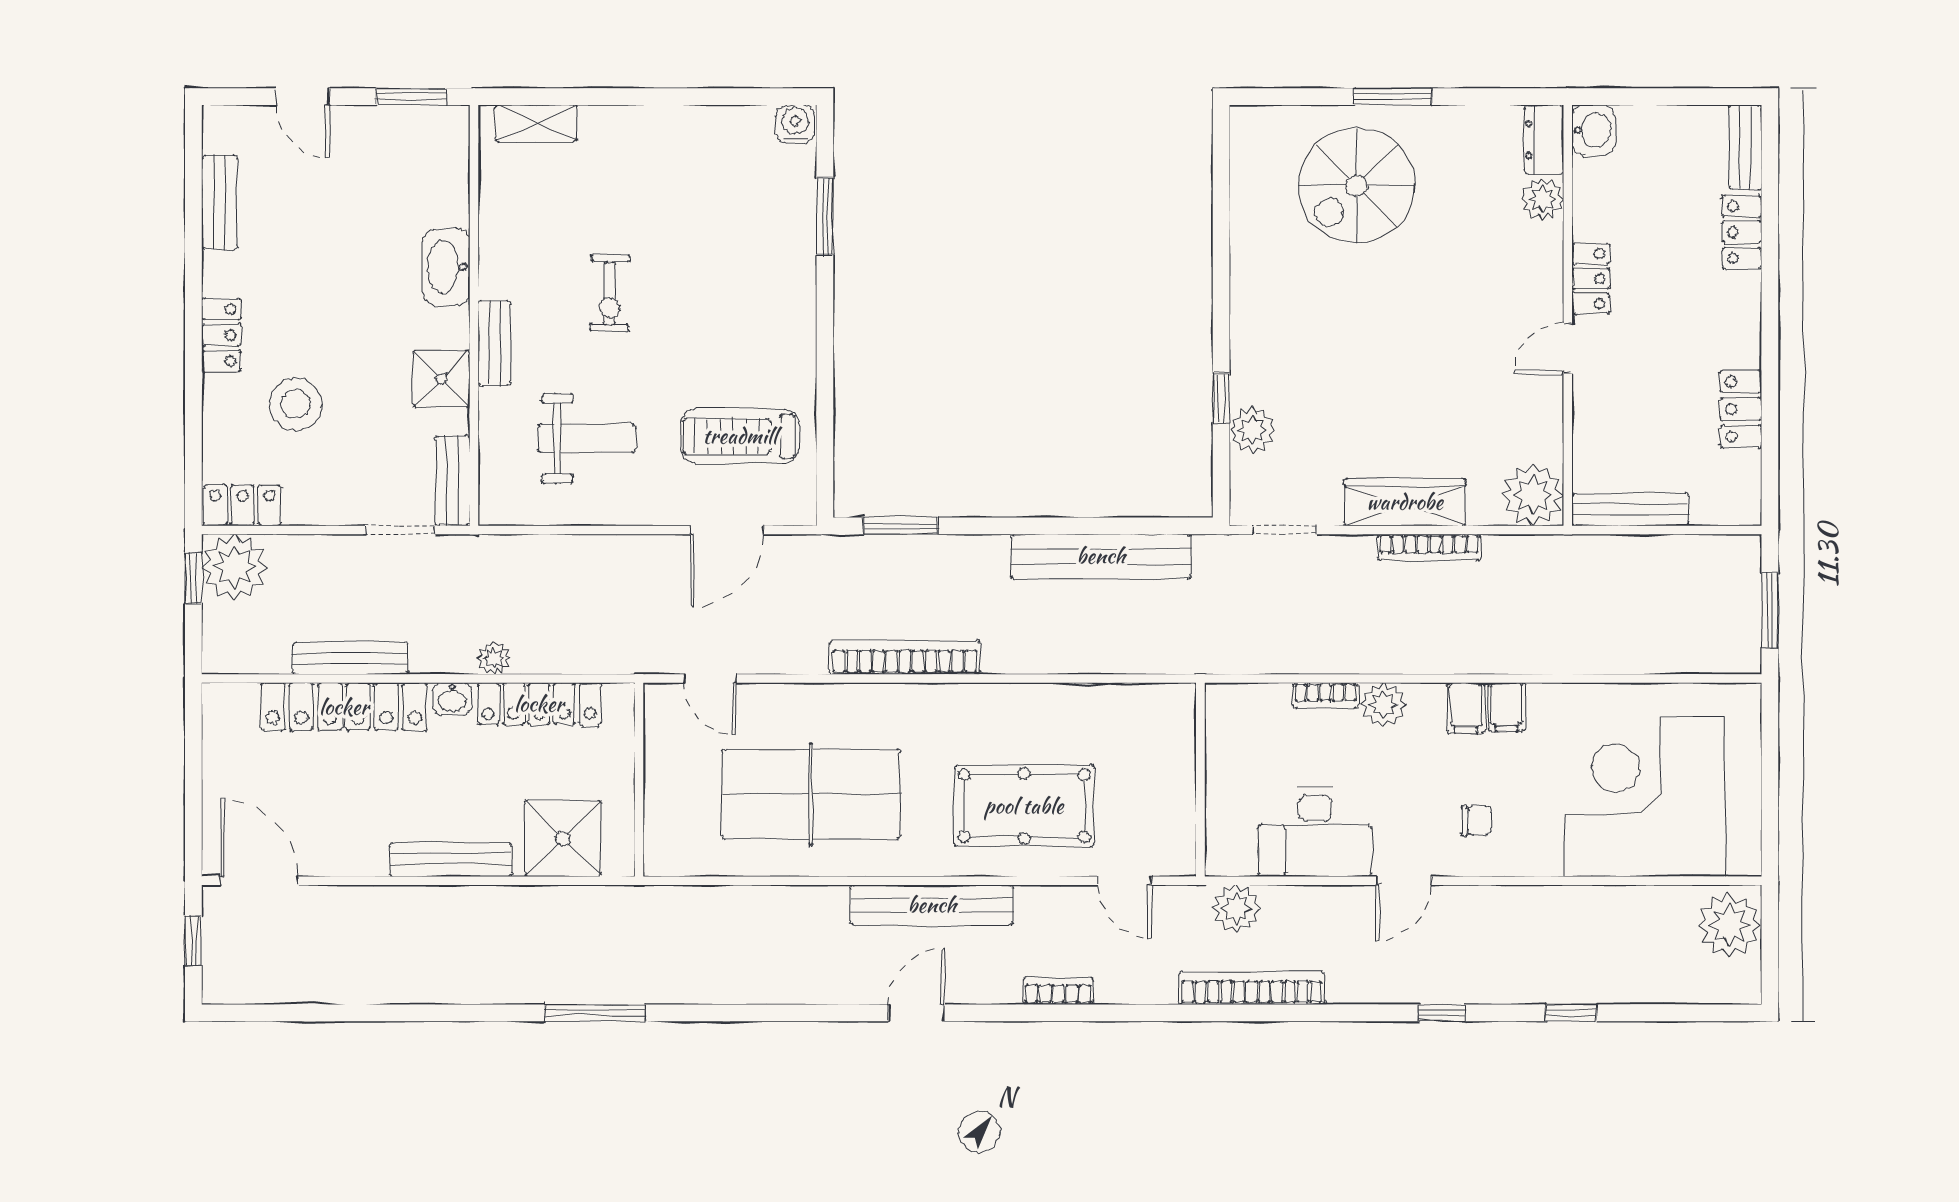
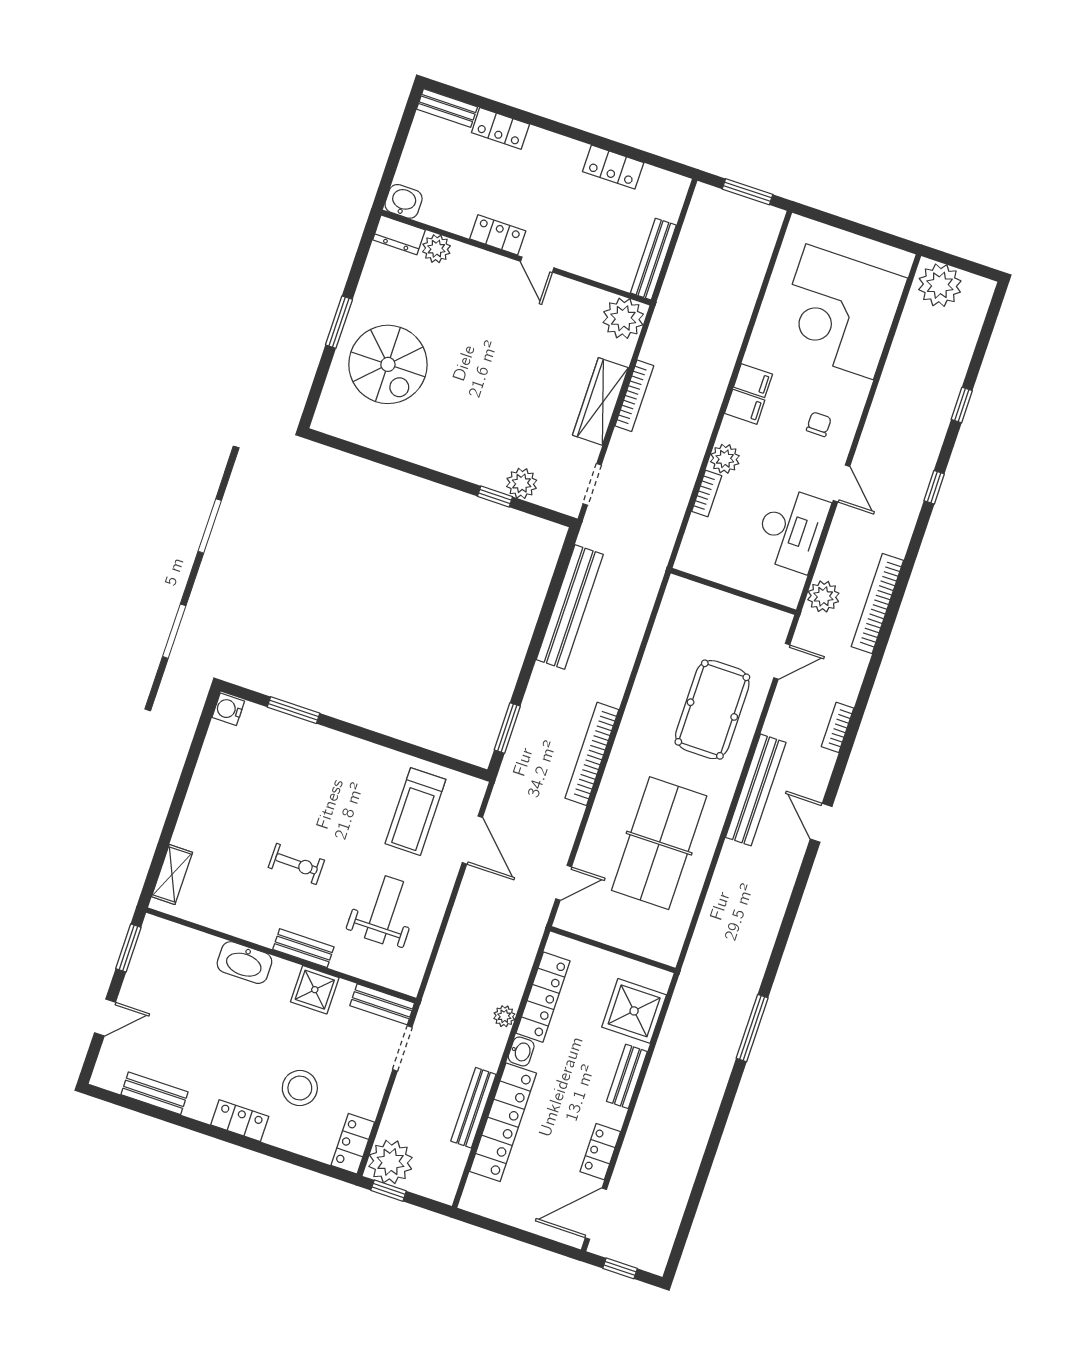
locker: (349, 857) -> (600, 1152), added
bench: (451, 859) -> (627, 1076), width x0.73

